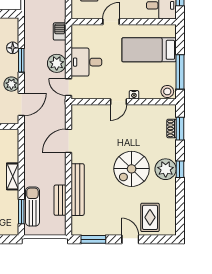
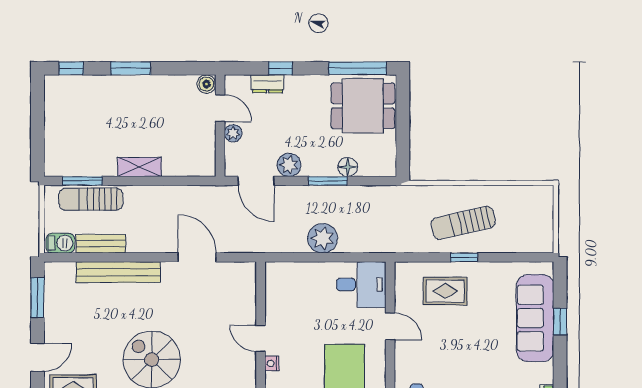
barbecue: (60, 31) -> (60, 243), moved
desk: (86, 62) -> (361, 285), moved, turned 90
door: (68, 87) -> (284, 257), removed
sun lounger: (32, 206) -> (91, 199), turned 180

